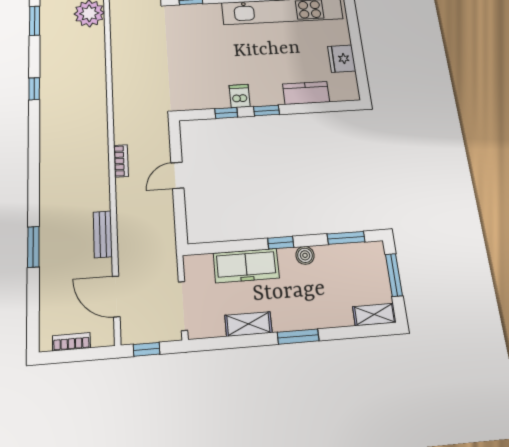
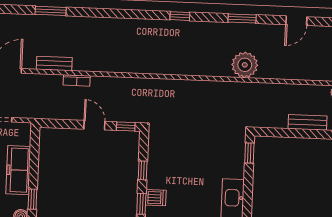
dishwasher: (240, 96) -> (156, 198), moved
window: (175, 138) -> (126, 126), added
bookcase: (121, 161) -> (77, 80), moved

